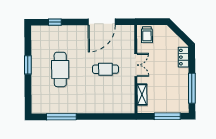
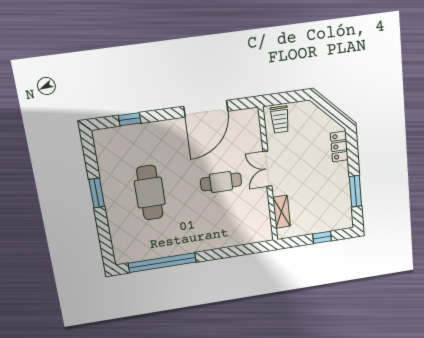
double door: (136, 65) -> (267, 169), swing flipped
window: (192, 88) -> (355, 191), width x0.69
window: (167, 116) -> (322, 237), width x0.46
window: (61, 117) -> (162, 263), width x1.46

